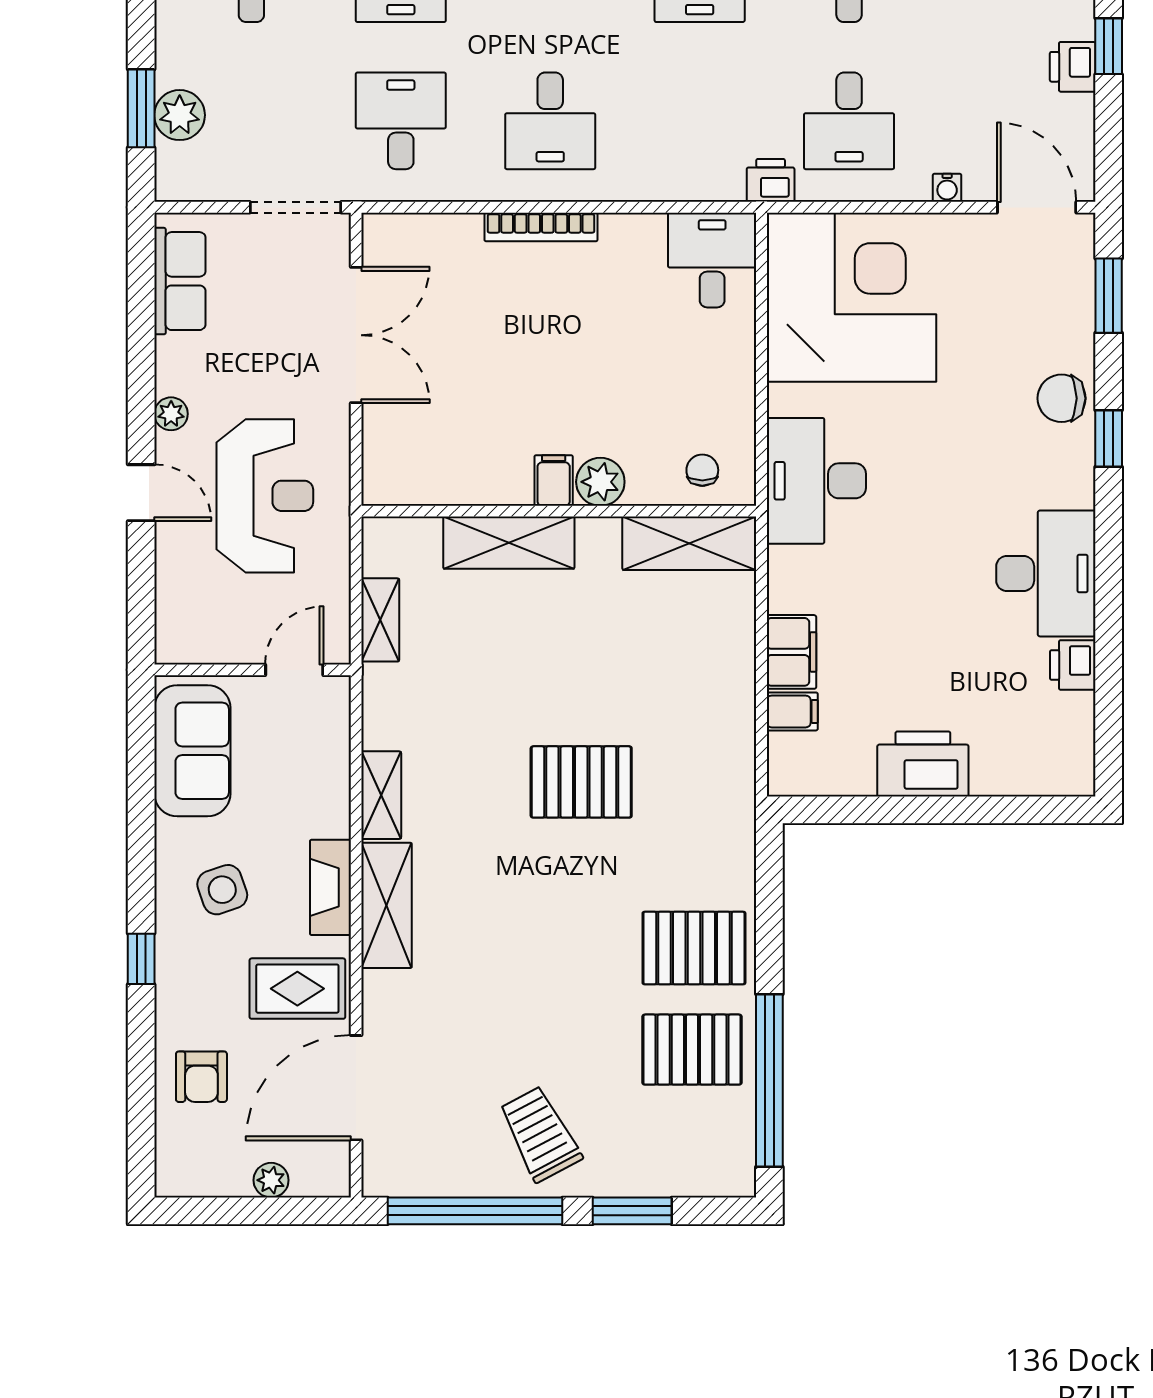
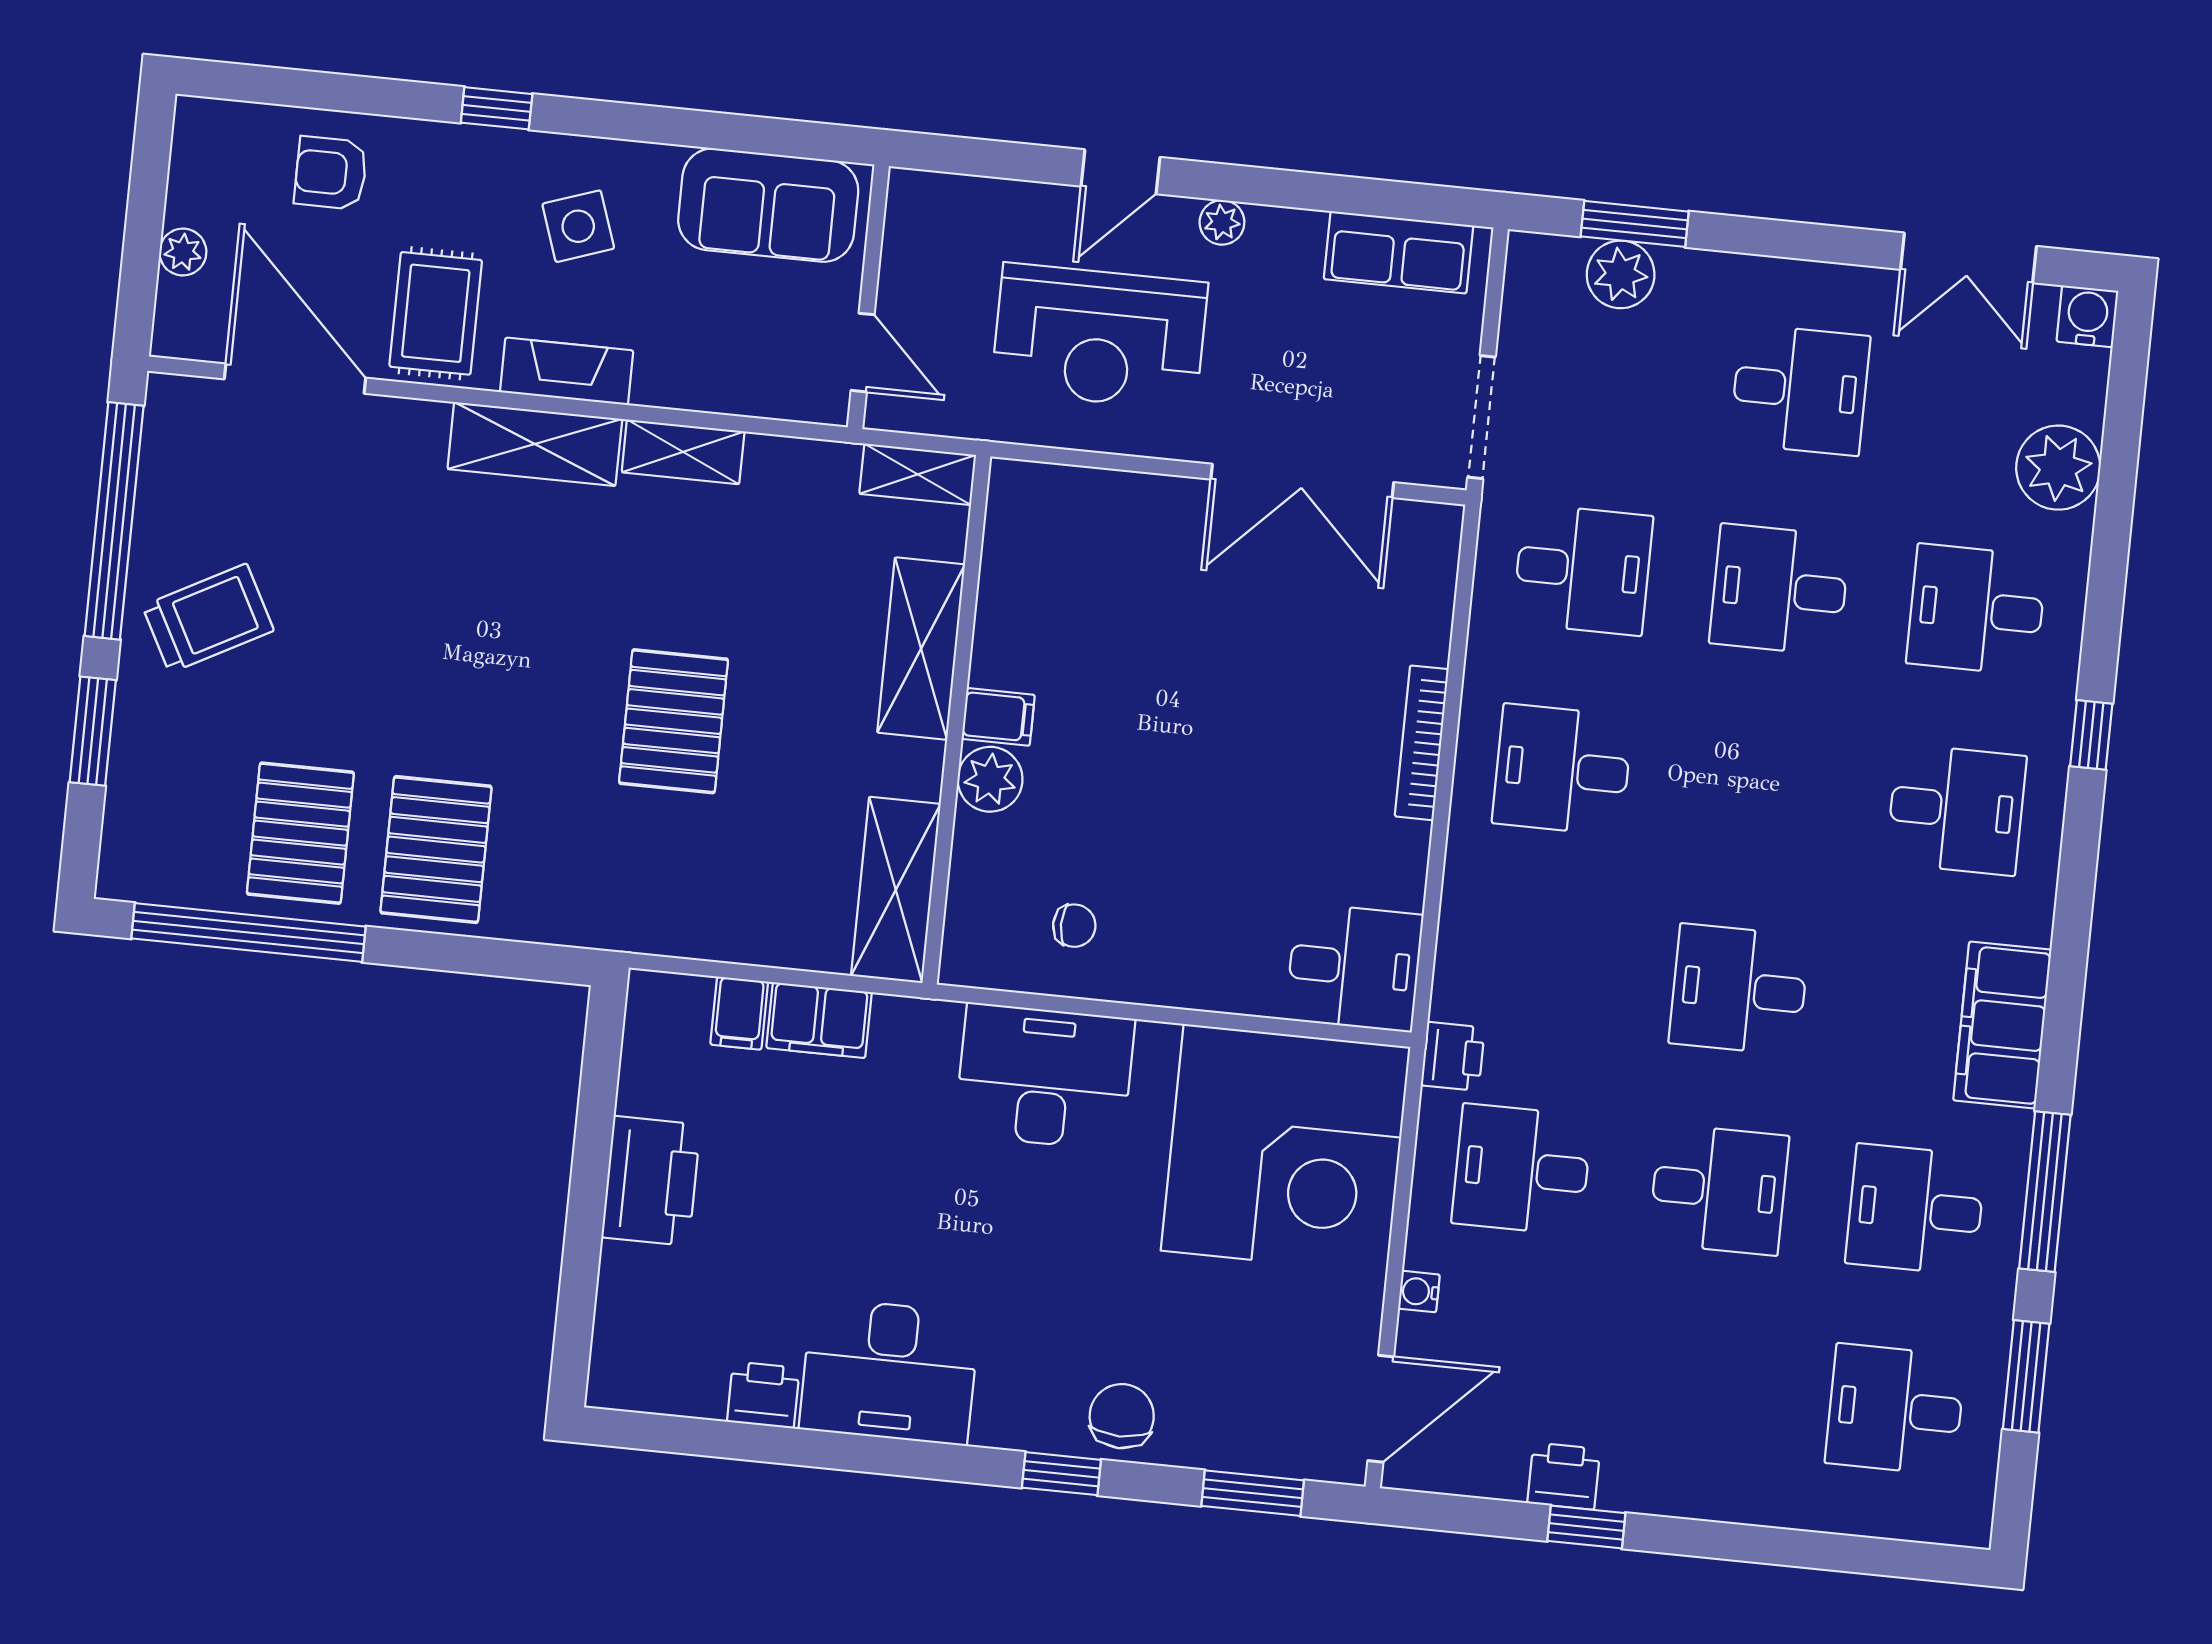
filing cabinet: (554, 480) -> (998, 717), moved
plant: (600, 482) -> (990, 779), moved
wall: (559, 511) -> (956, 720), moved
shelving: (509, 543) -> (921, 648), moved
shelving: (689, 543) -> (896, 890), moved

